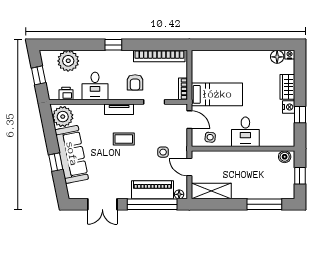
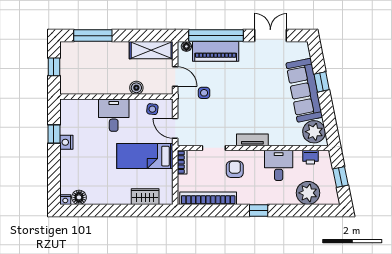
wardrobe: (287, 87) -> (145, 197), moved, turned -90
coffee table: (124, 139) -> (247, 107), removed
boiler: (285, 157) -> (136, 88), moved

